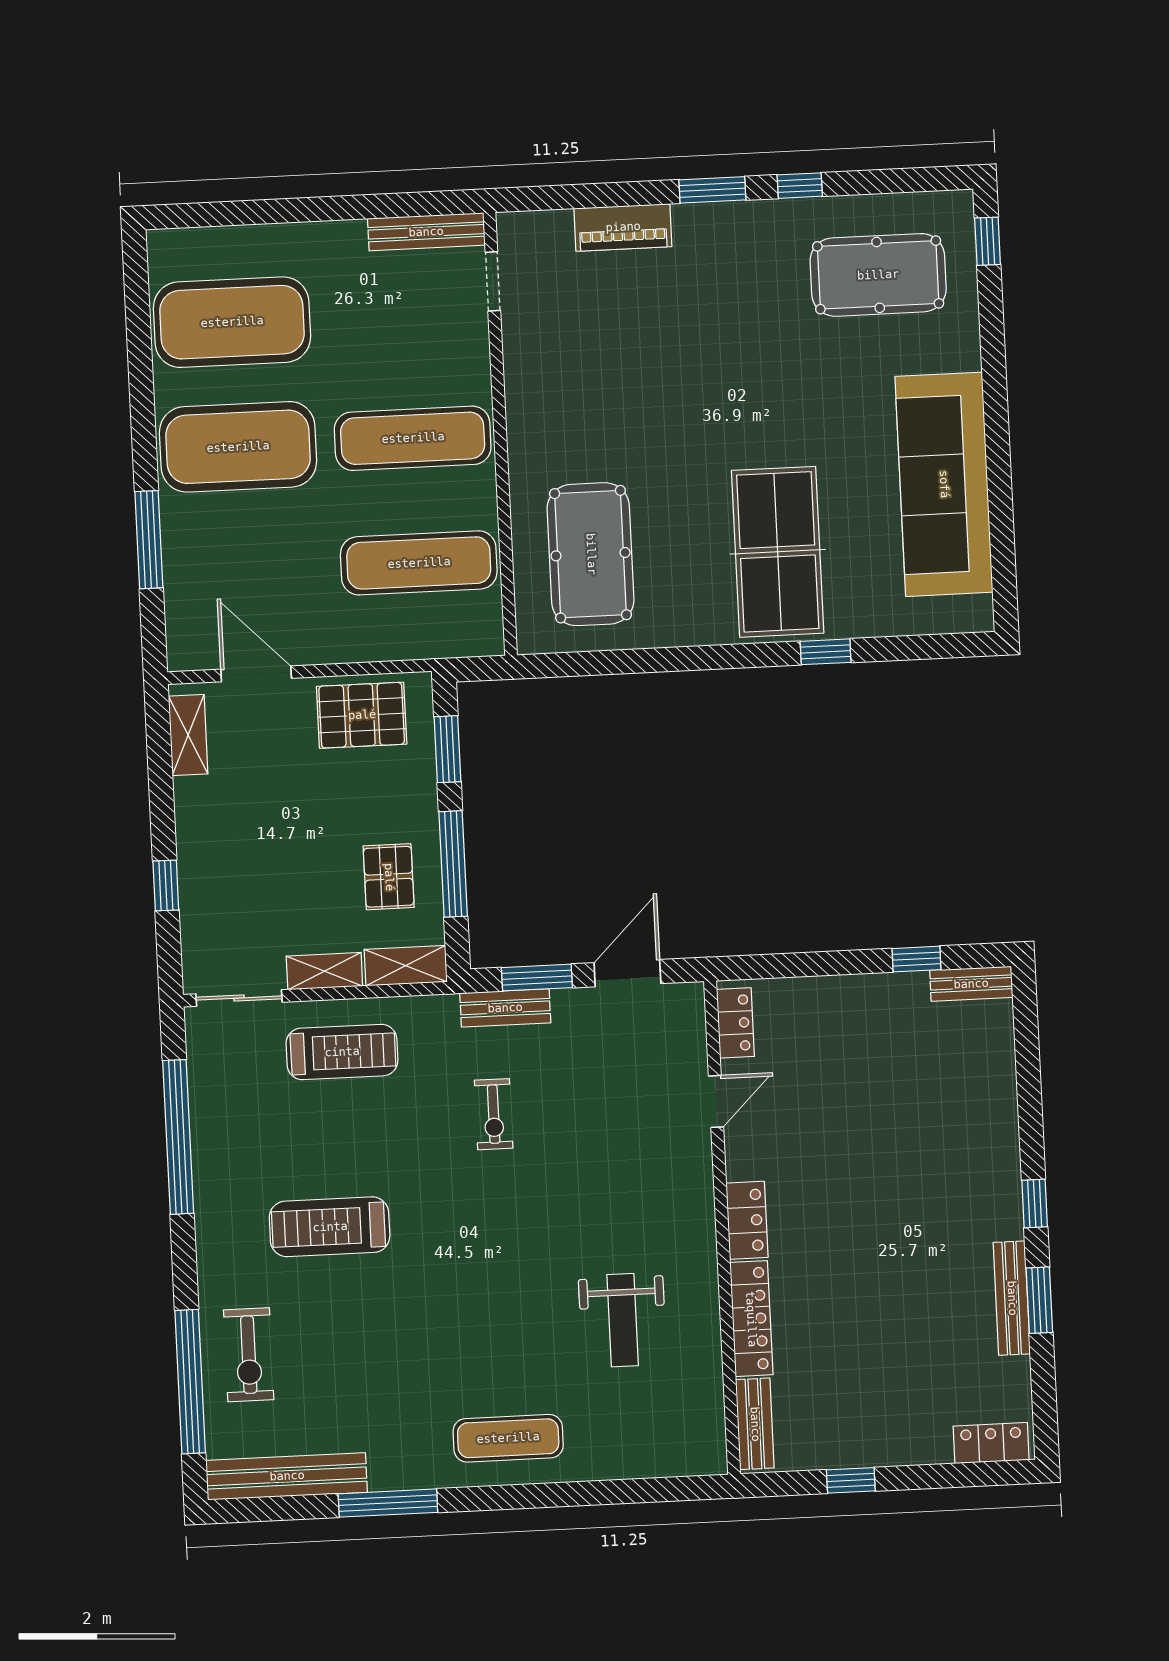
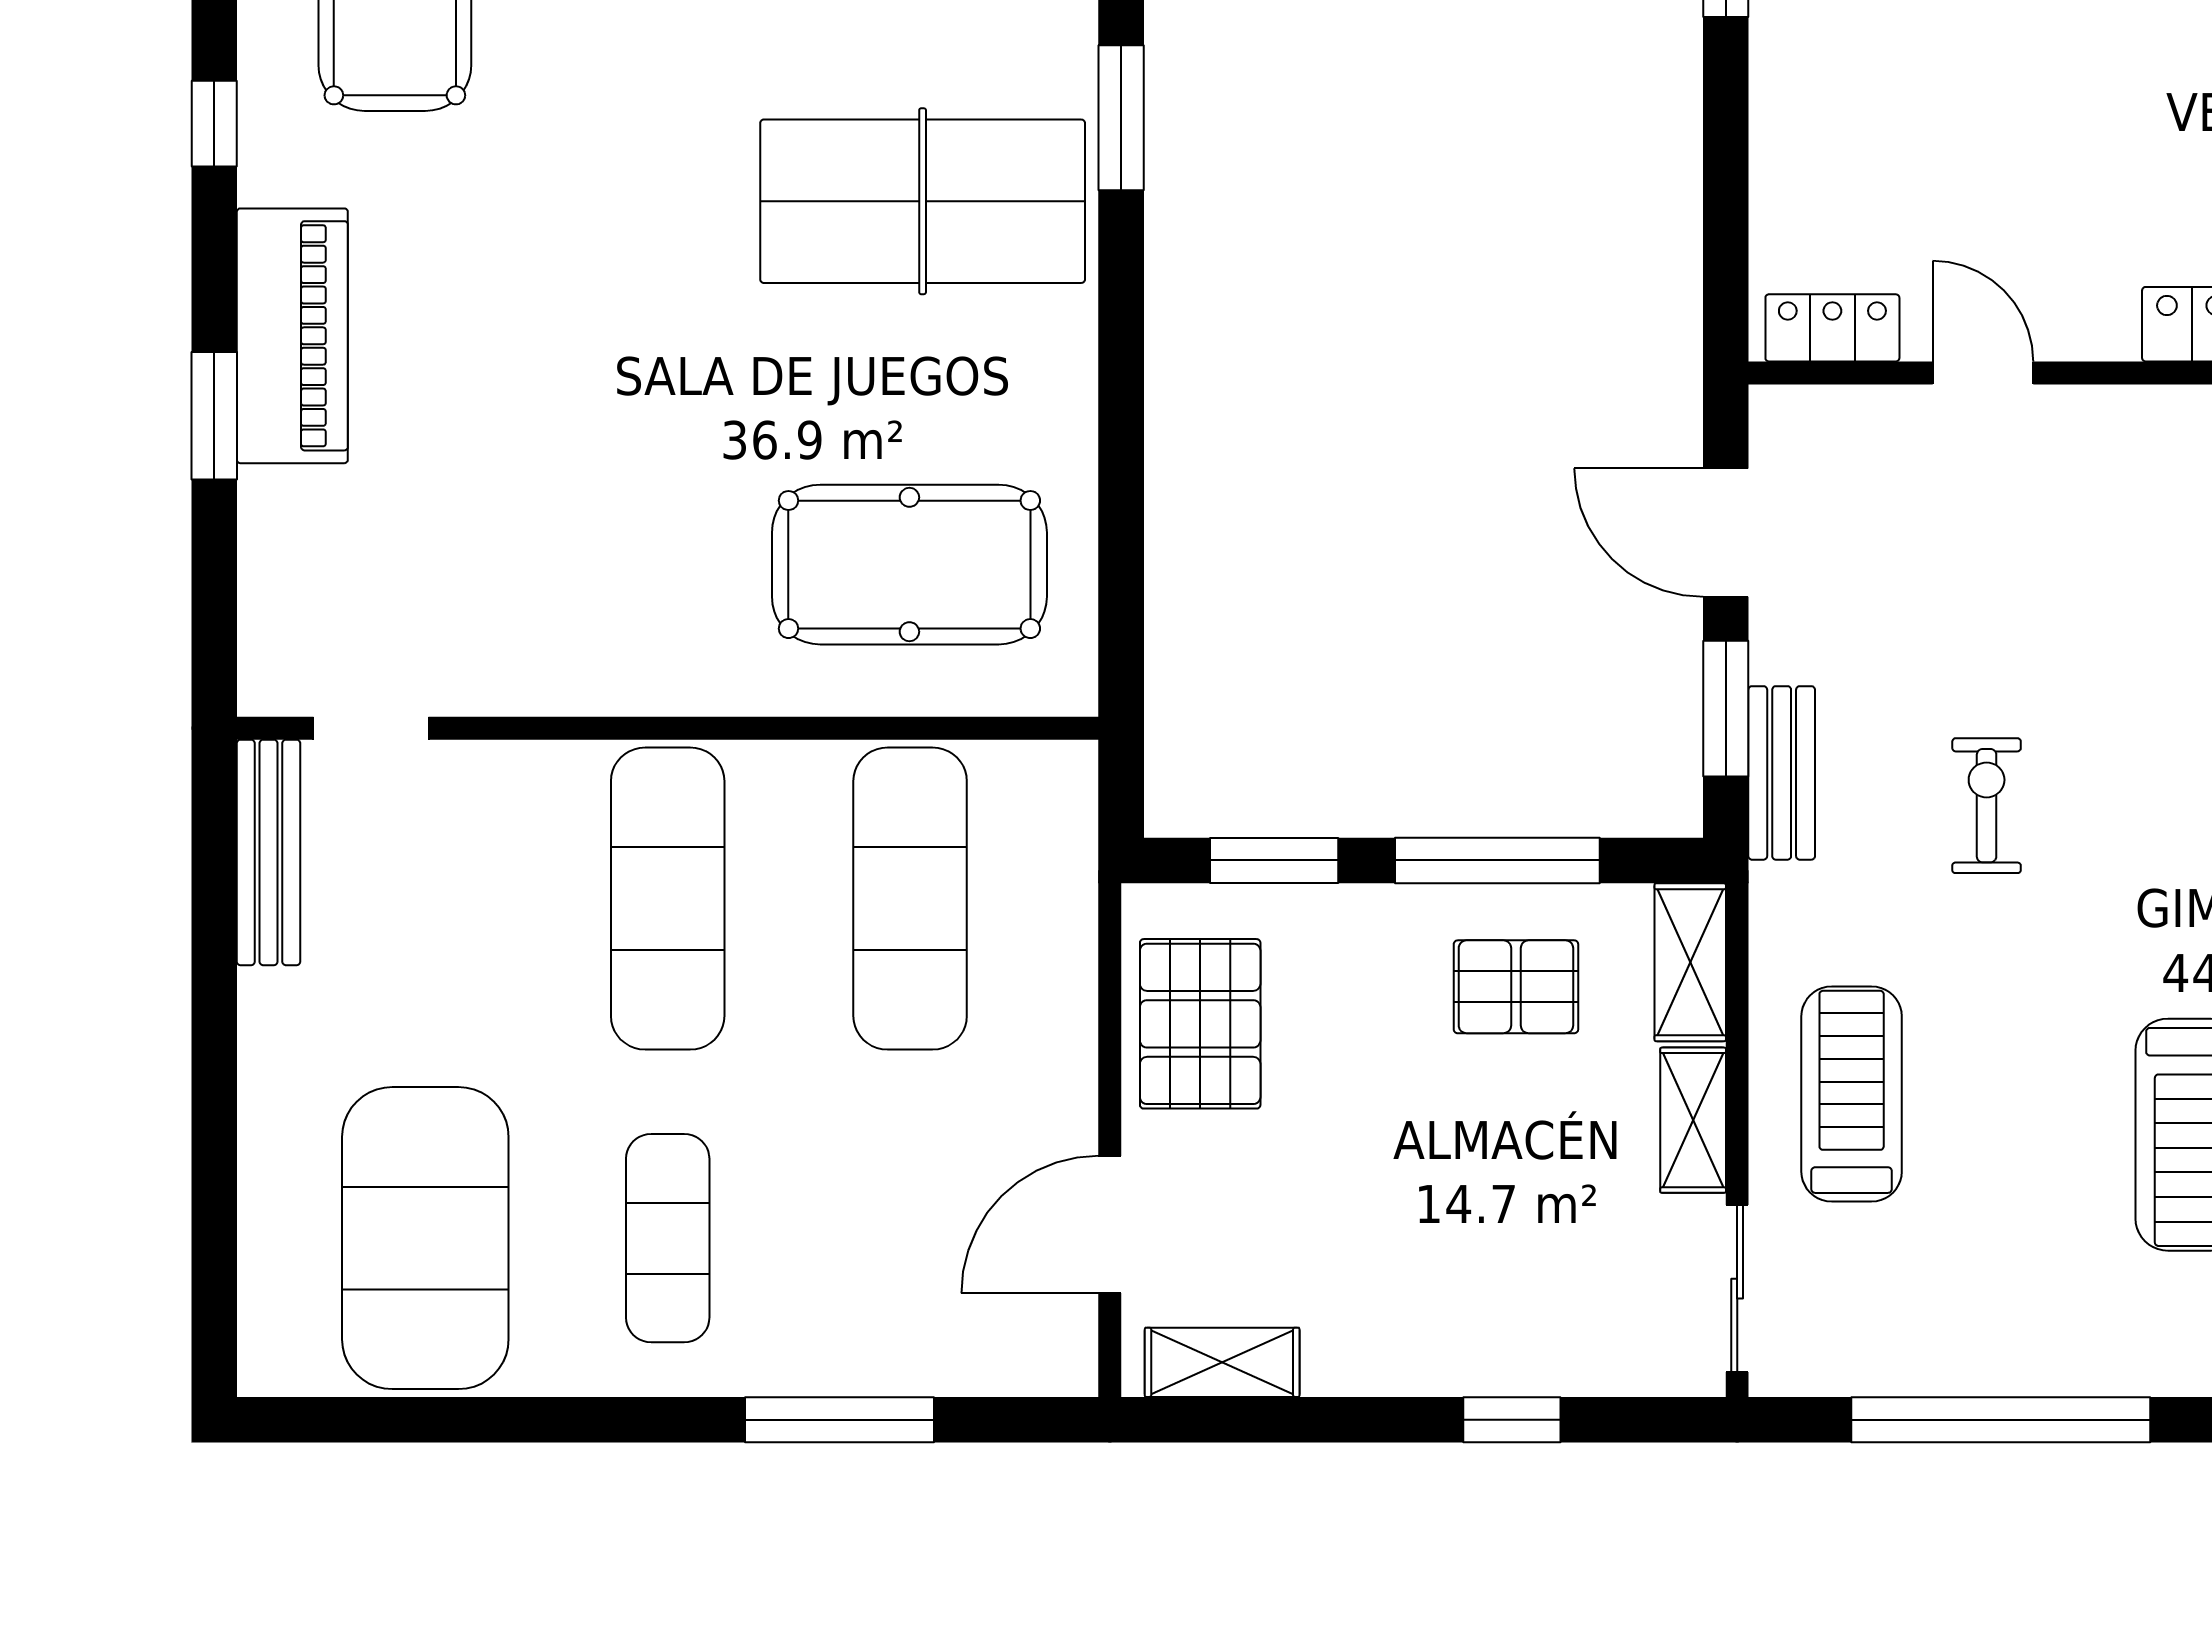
window: (712, 190) -> (214, 416), moved
piano: (623, 227) -> (292, 336), moved, width x1.37, depth x1.33
exercise mat: (238, 447) -> (668, 1238), width x0.50, depth x0.69
window: (826, 652) -> (1121, 118), width x1.50
exercise bike: (494, 1114) -> (1987, 806), turned -90

